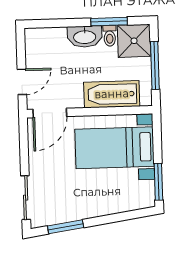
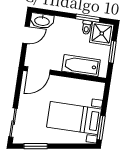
washbasin: (85, 37) -> (42, 21), moved
window: (155, 65) -> (112, 52), width x0.69
door: (22, 82) -> (26, 35), moved
bed with nightstands: (115, 148) -> (74, 118), moved

